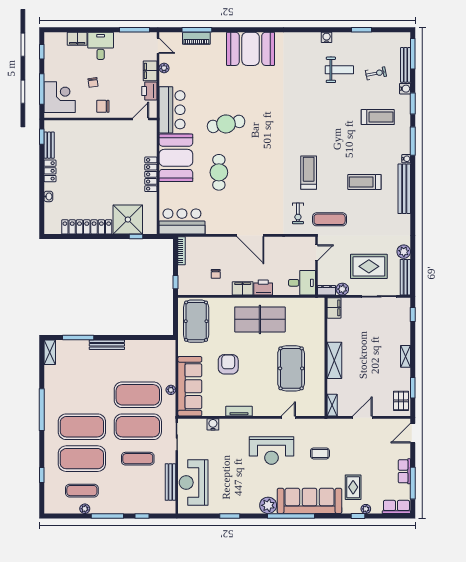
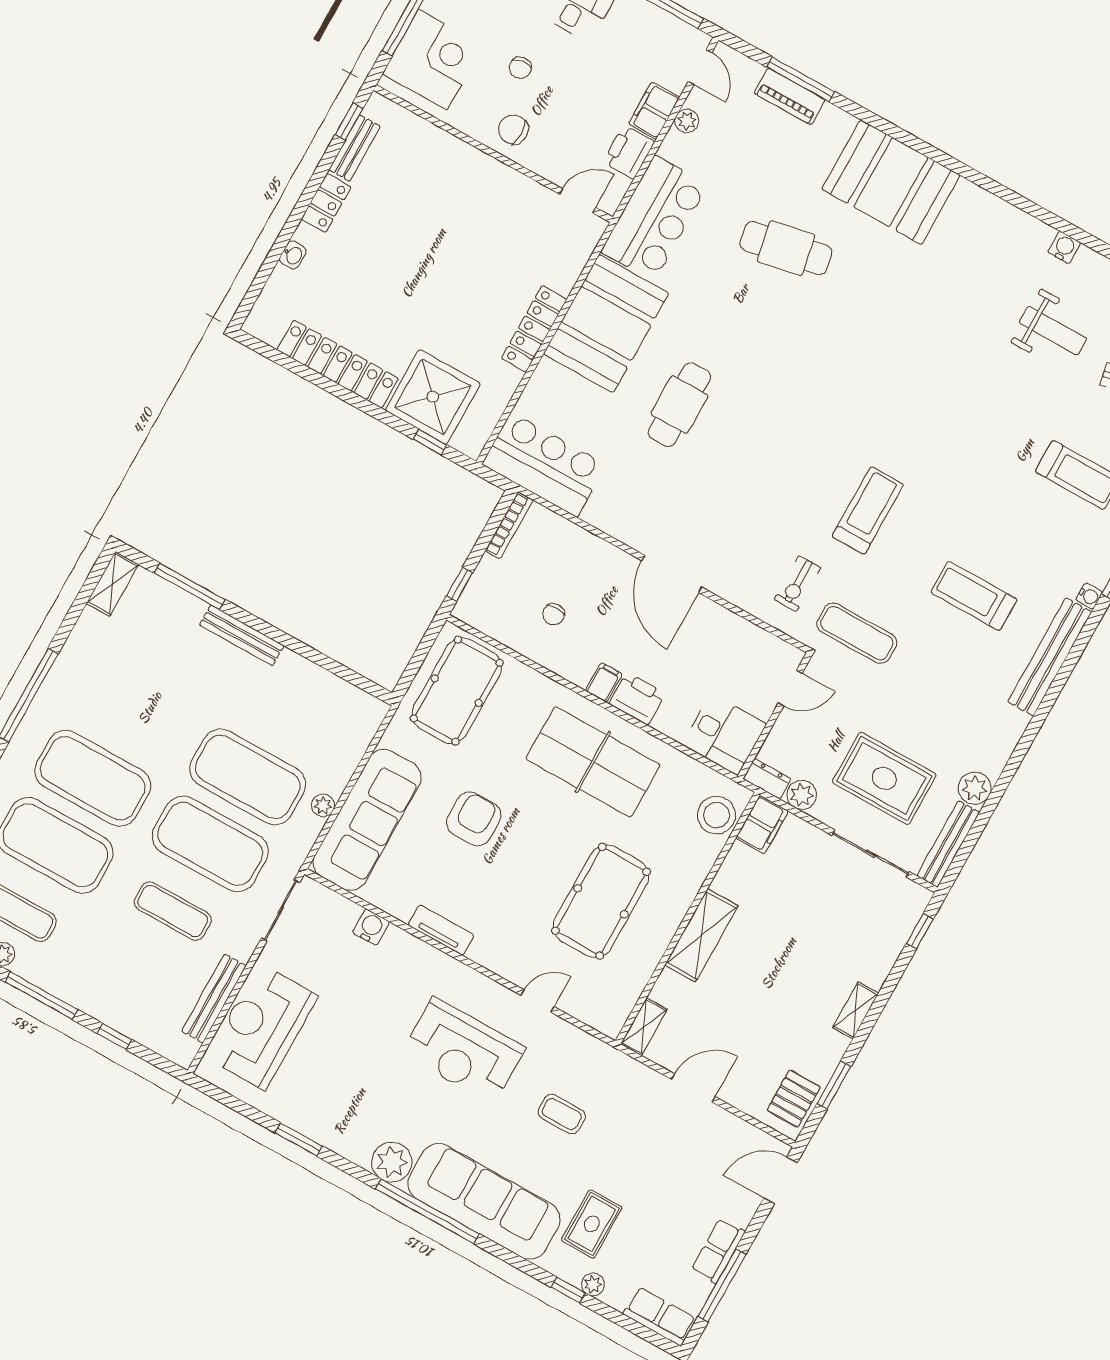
cafe table: (226, 124) -> (786, 248), moved
filing cabinet: (243, 288) -> (604, 682), width x0.50
stool: (316, 314) -> (717, 815), added

